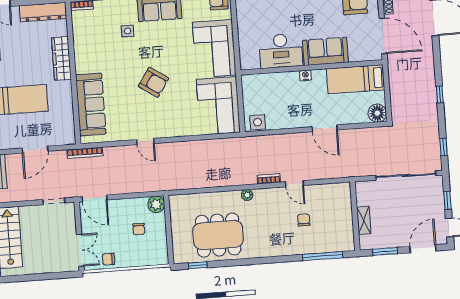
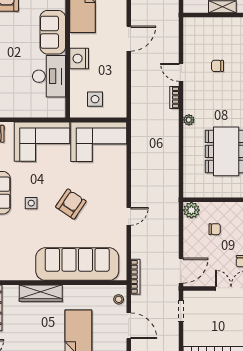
side table: (128, 31) -> (31, 203), moved
nightstand: (305, 75) -> (79, 59), width x1.89, depth x1.79
sofa: (91, 104) -> (77, 264), width x1.36, depth x1.27
side table: (258, 122) -> (95, 99), moved
stool: (61, 138) -> (119, 299), added
door: (294, 184) -> (181, 72), swing flipped

